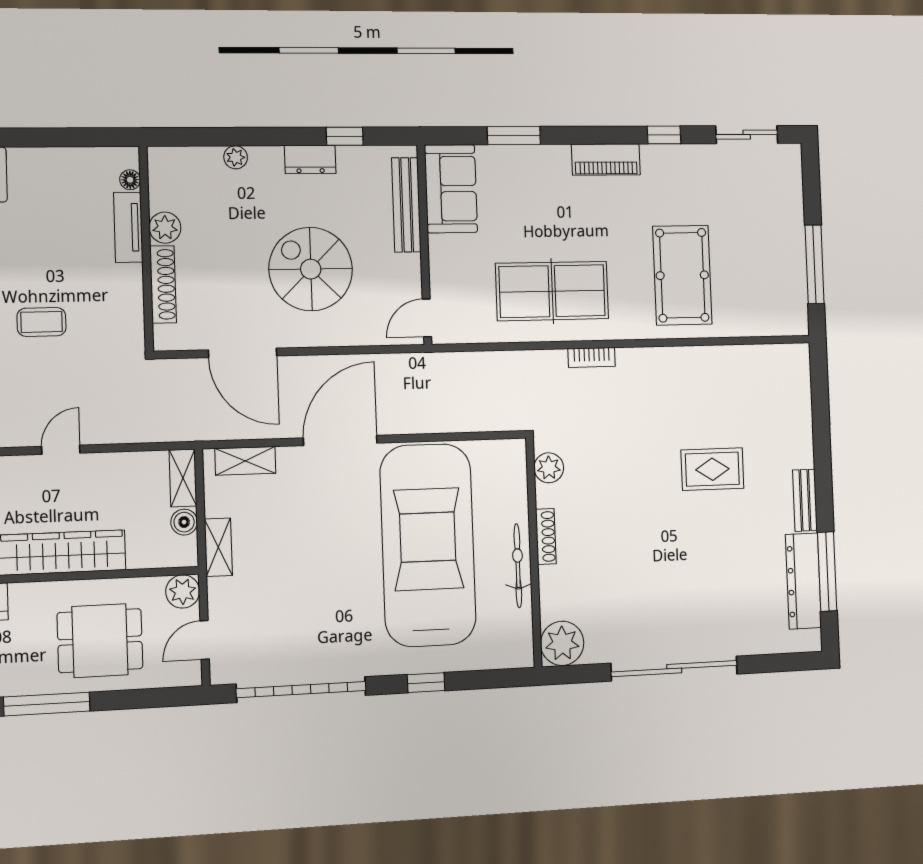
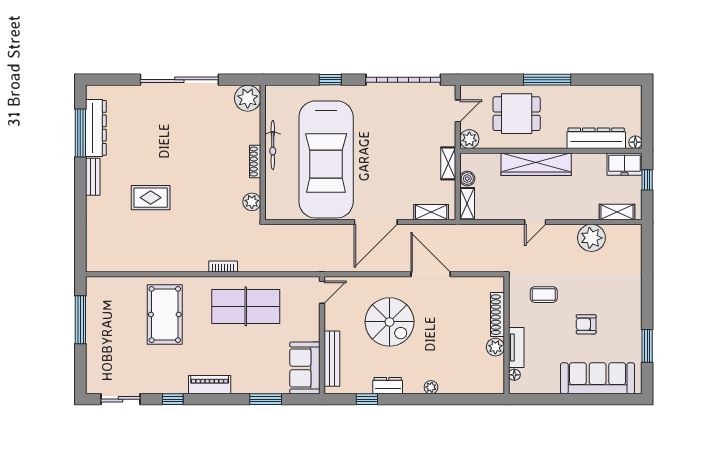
floor lamp: (130, 180) -> (514, 375), moved
tv unit: (128, 227) -> (516, 348), moved
plant: (165, 228) -> (495, 347), moved
wall: (146, 249) -> (506, 335), moved
shoe rack: (163, 284) -> (498, 315), moved

